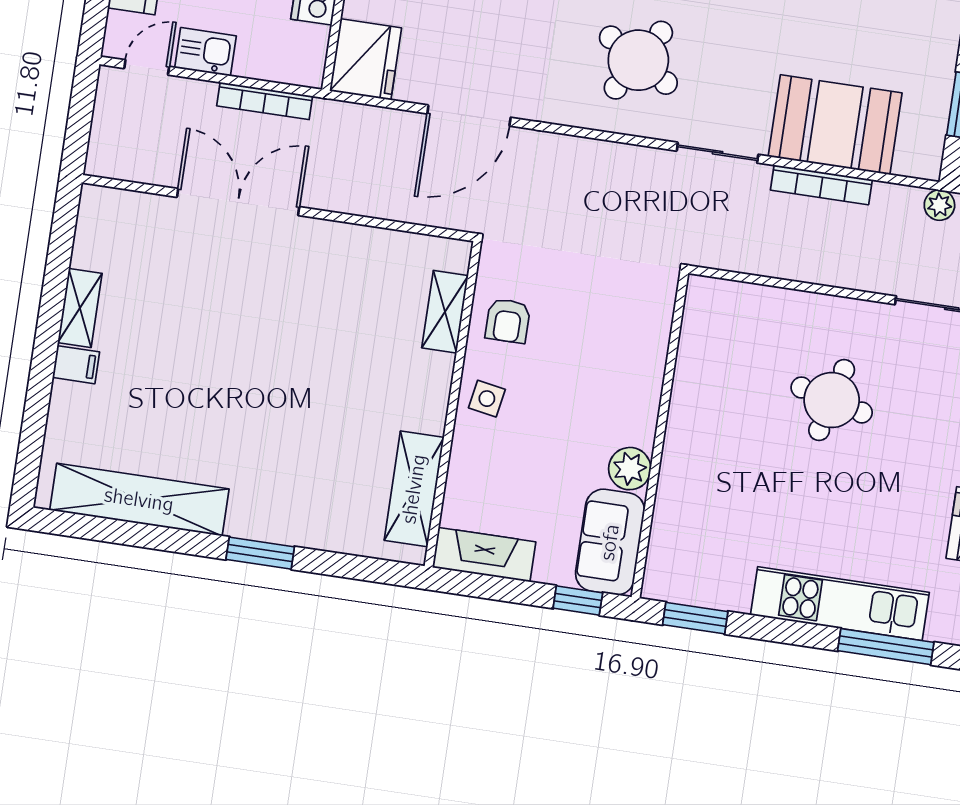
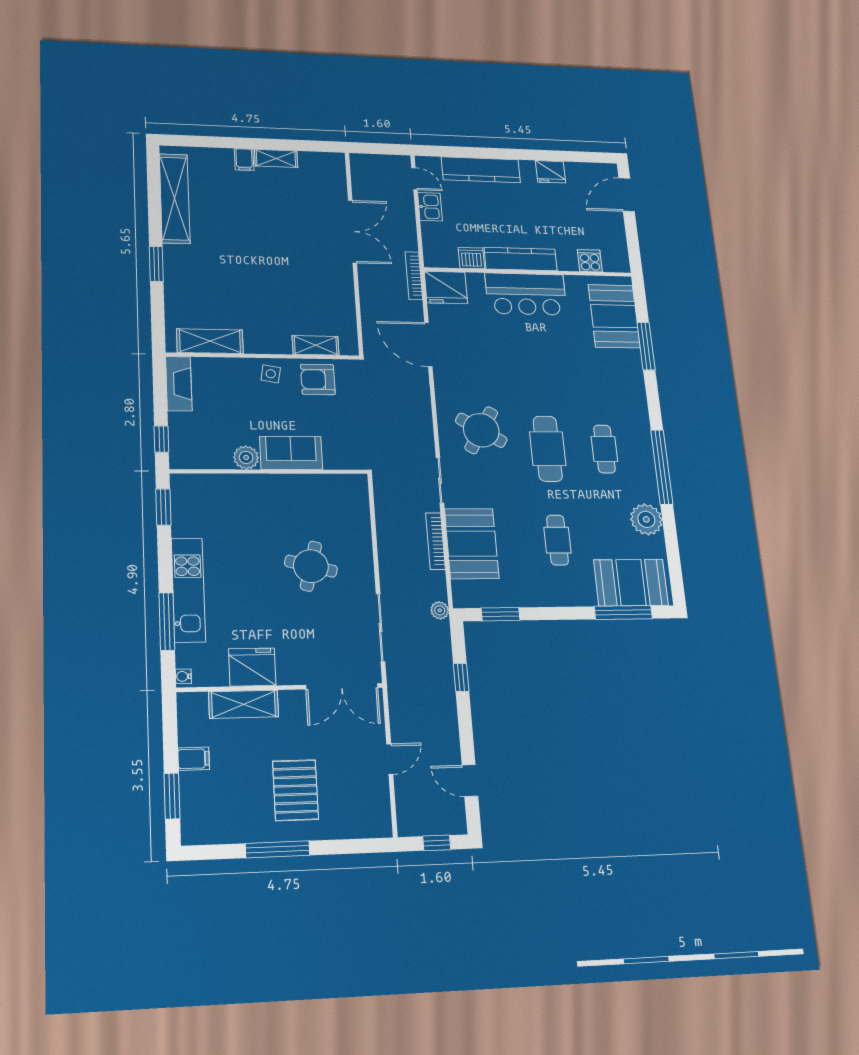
bookcase: (265, 101) -> (414, 276), moved
armchair: (508, 321) -> (318, 379), width x1.38, depth x1.38
sofa: (610, 542) -> (291, 453), moved

